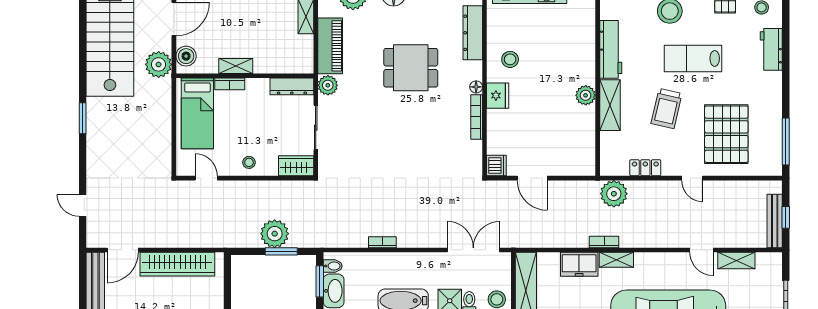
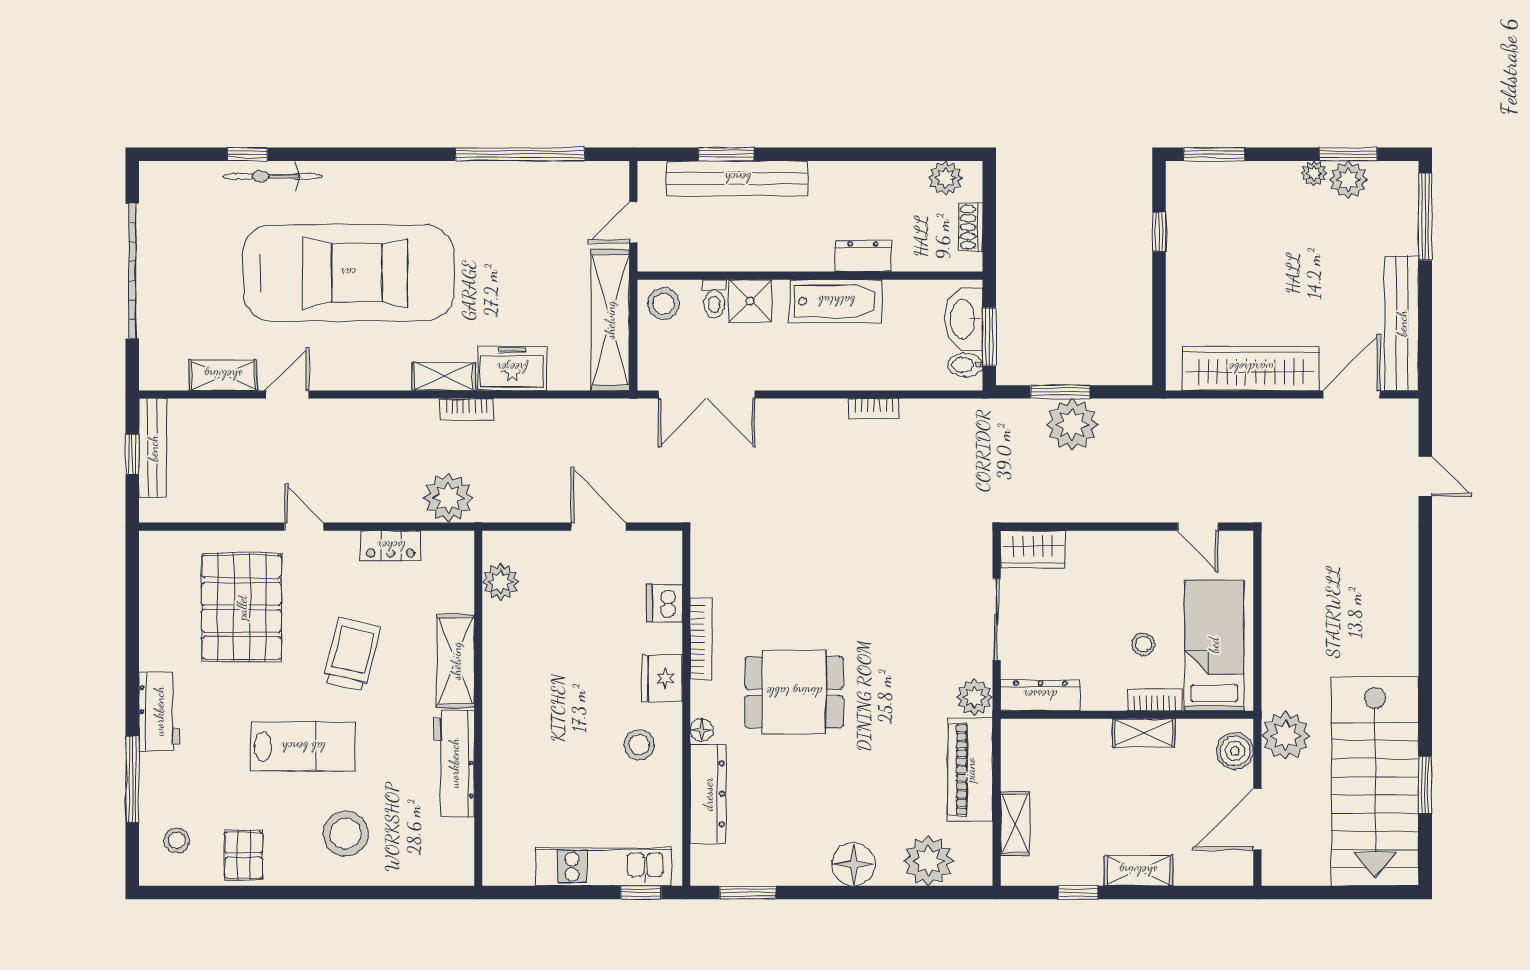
workbench: (771, 49) -> (159, 711), moved
dining table: (411, 68) -> (794, 692), moved
floor lamp: (476, 87) -> (702, 730), moved
plant: (586, 95) -> (500, 582), moved
window: (83, 118) -> (1425, 785), moved
window: (786, 141) -> (132, 779), moved
stool: (249, 162) -> (1143, 644), moved
dishwasher: (496, 166) -> (664, 603), moved
door: (701, 250) -> (287, 395), hinge flipped

